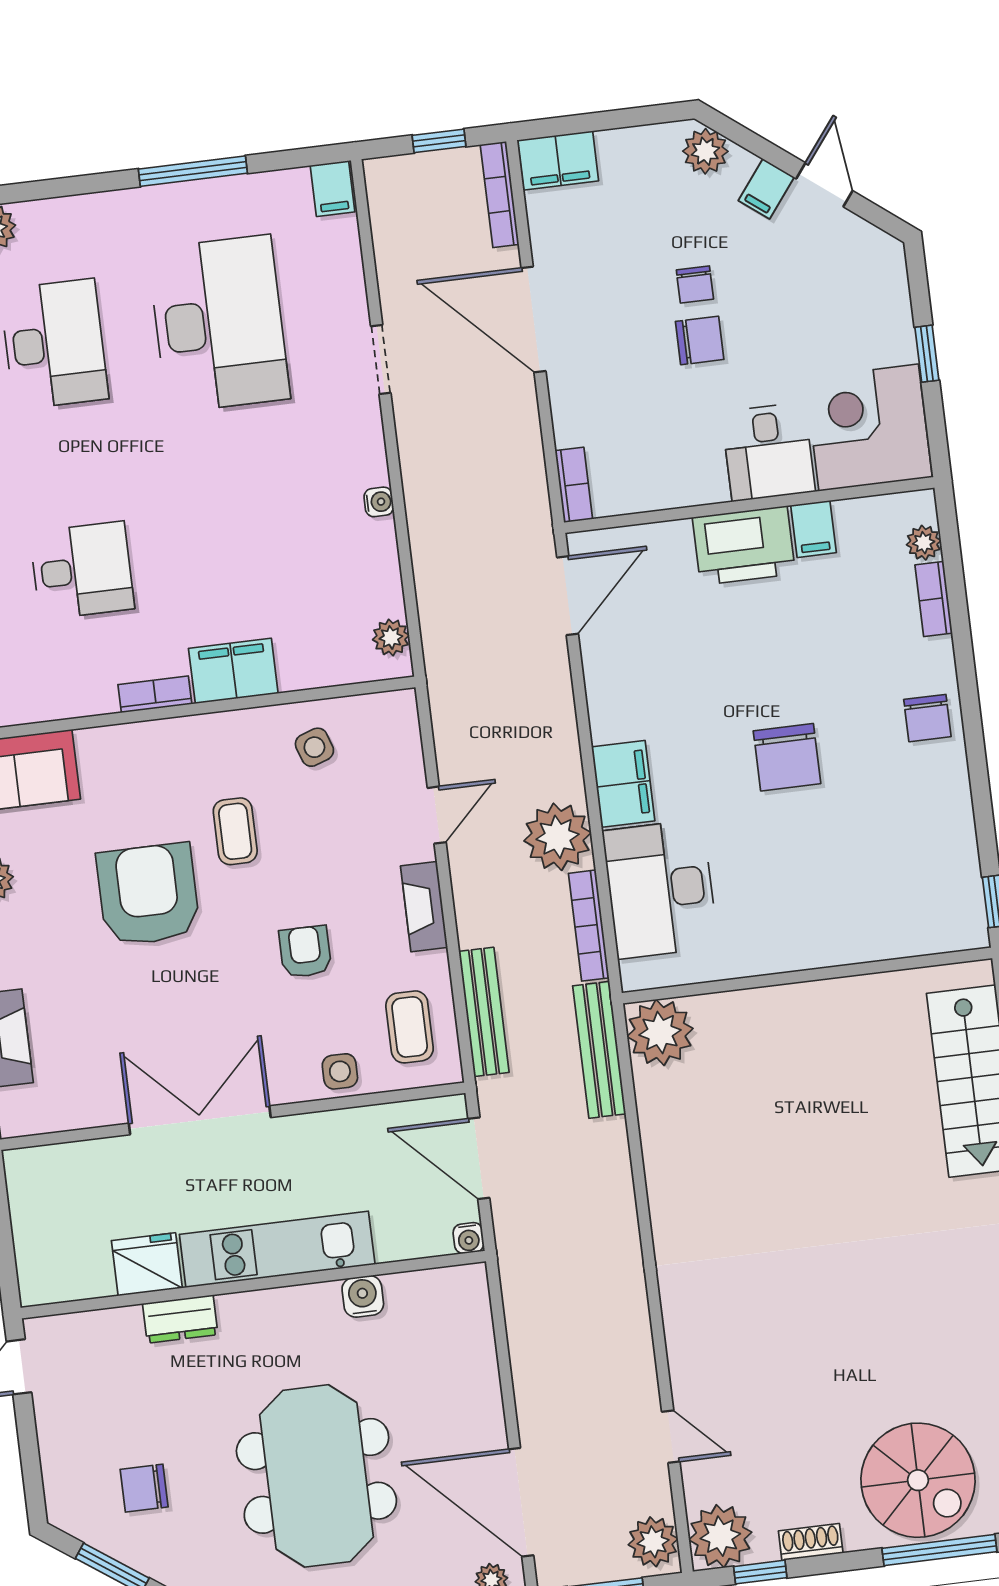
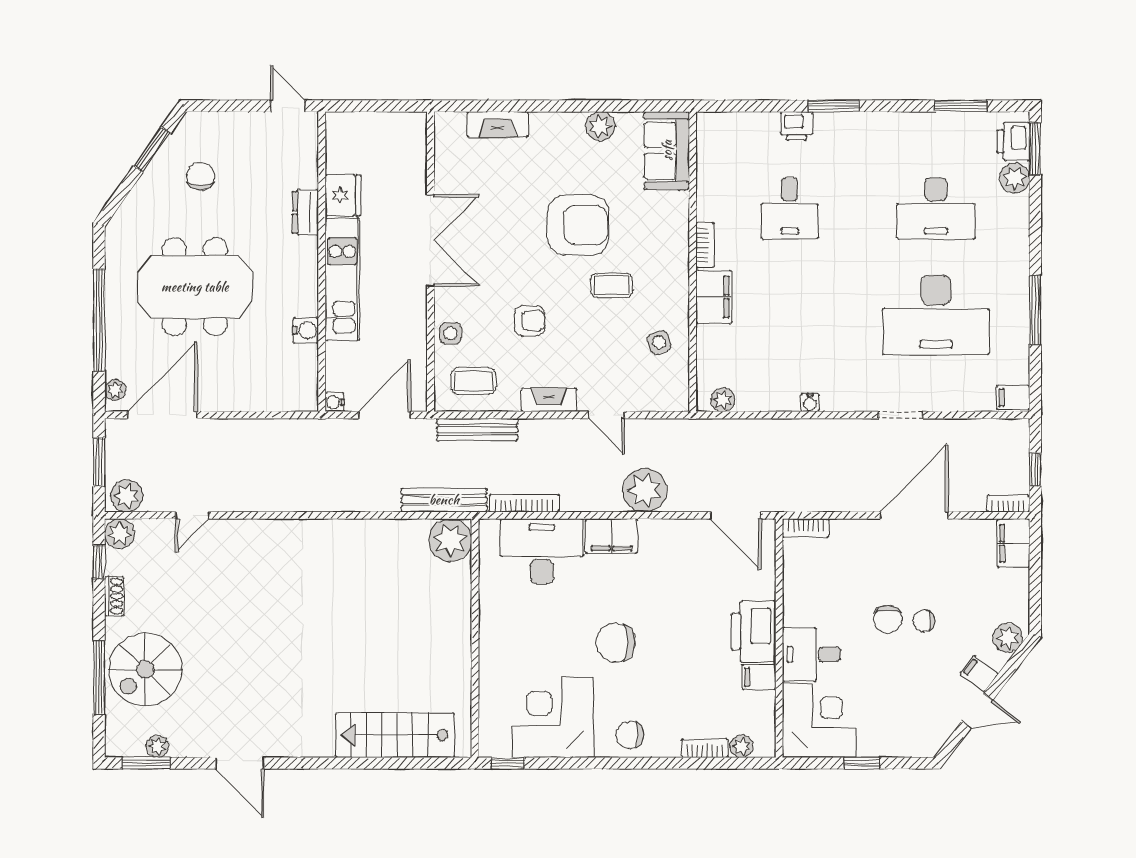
bookcase: (500, 194) -> (1008, 504), width x0.64
plant: (558, 837) -> (645, 490), moved
corner desk: (915, 840) -> (553, 717), added
plant: (720, 1536) -> (120, 534), width x0.73, depth x0.73

